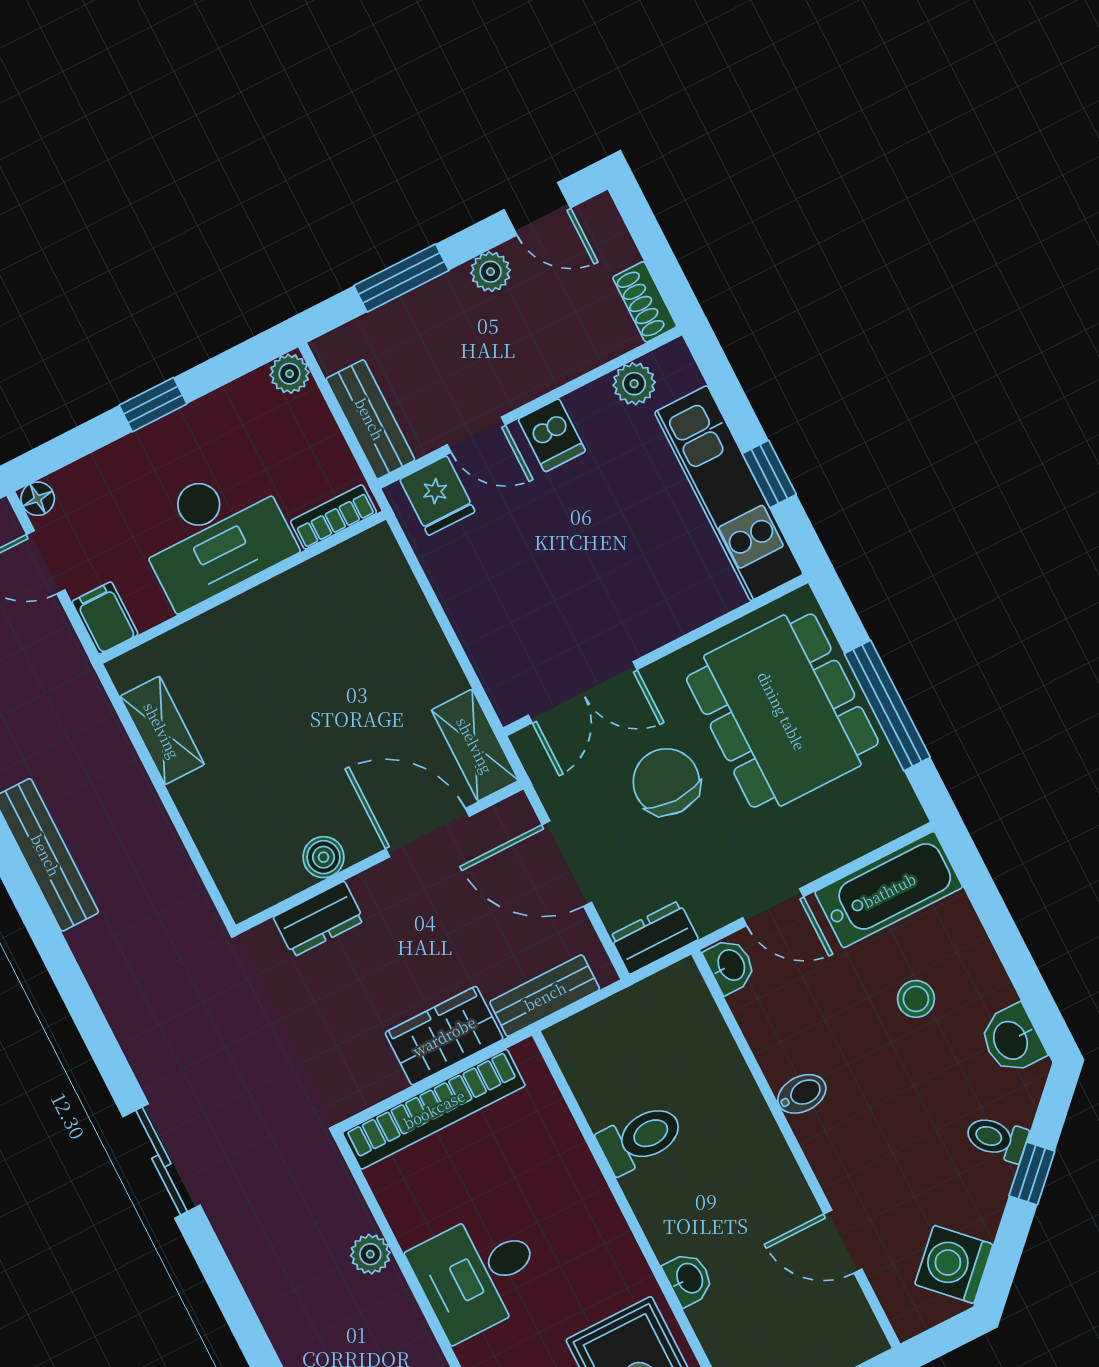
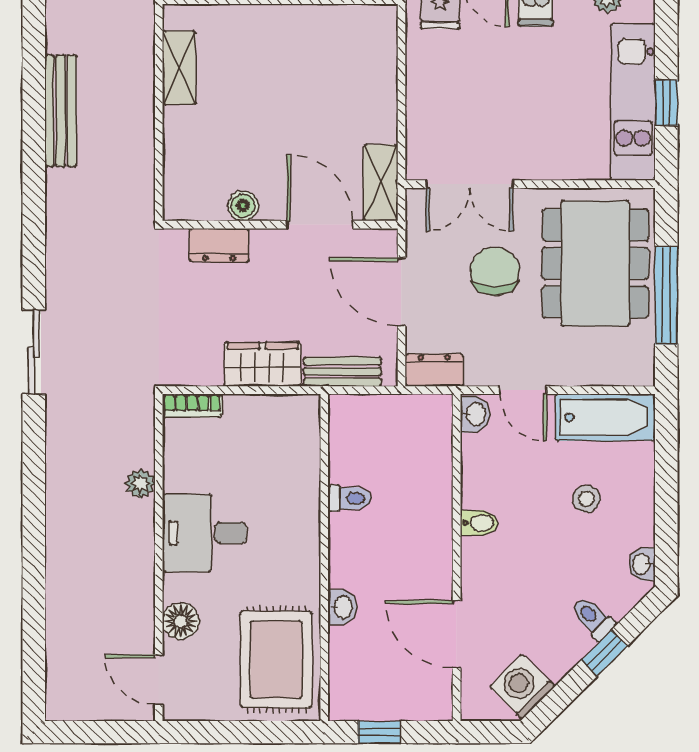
washbasin: (1012, 1040) -> (642, 564), width x0.72, depth x0.69
bookcase: (434, 1109) -> (192, 406), width x0.43, depth x0.76
toilet: (641, 1138) -> (349, 498), width x0.73, depth x0.72
door: (843, 1242) -> (457, 634), width x1.38

